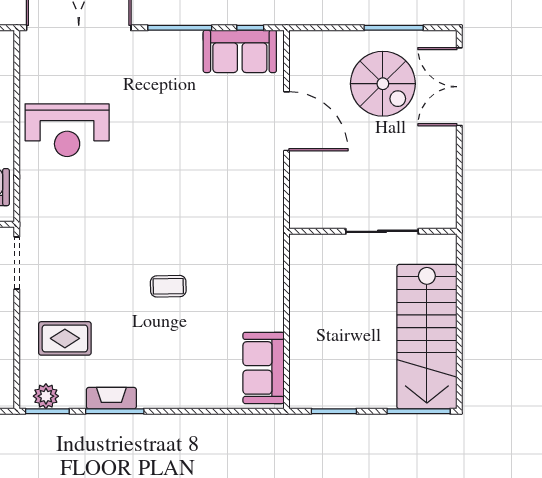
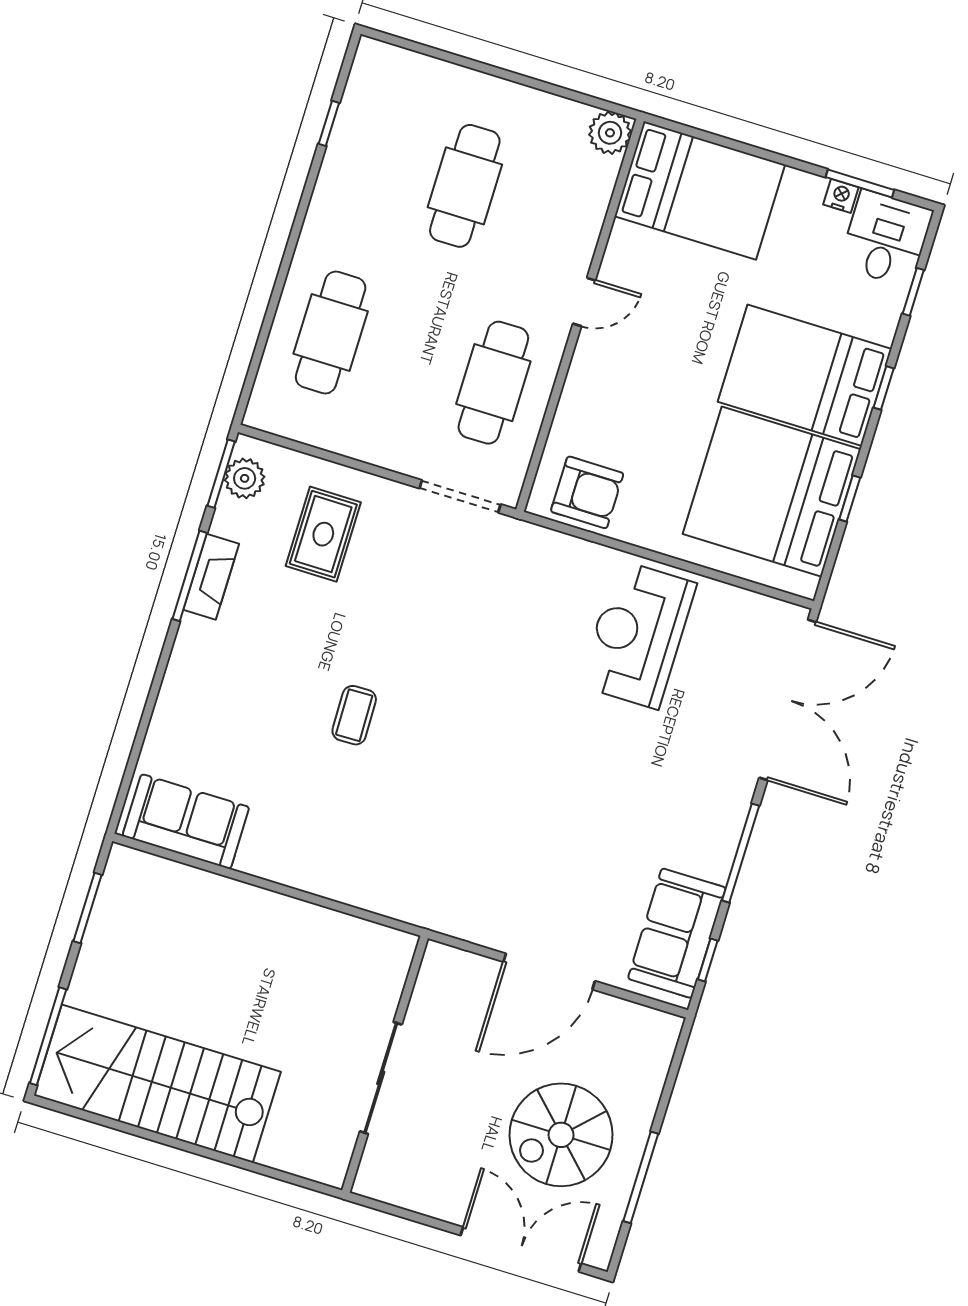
wall: (373, 231) -> (385, 1064), moved
sliding door: (382, 231) -> (381, 1078), moved

